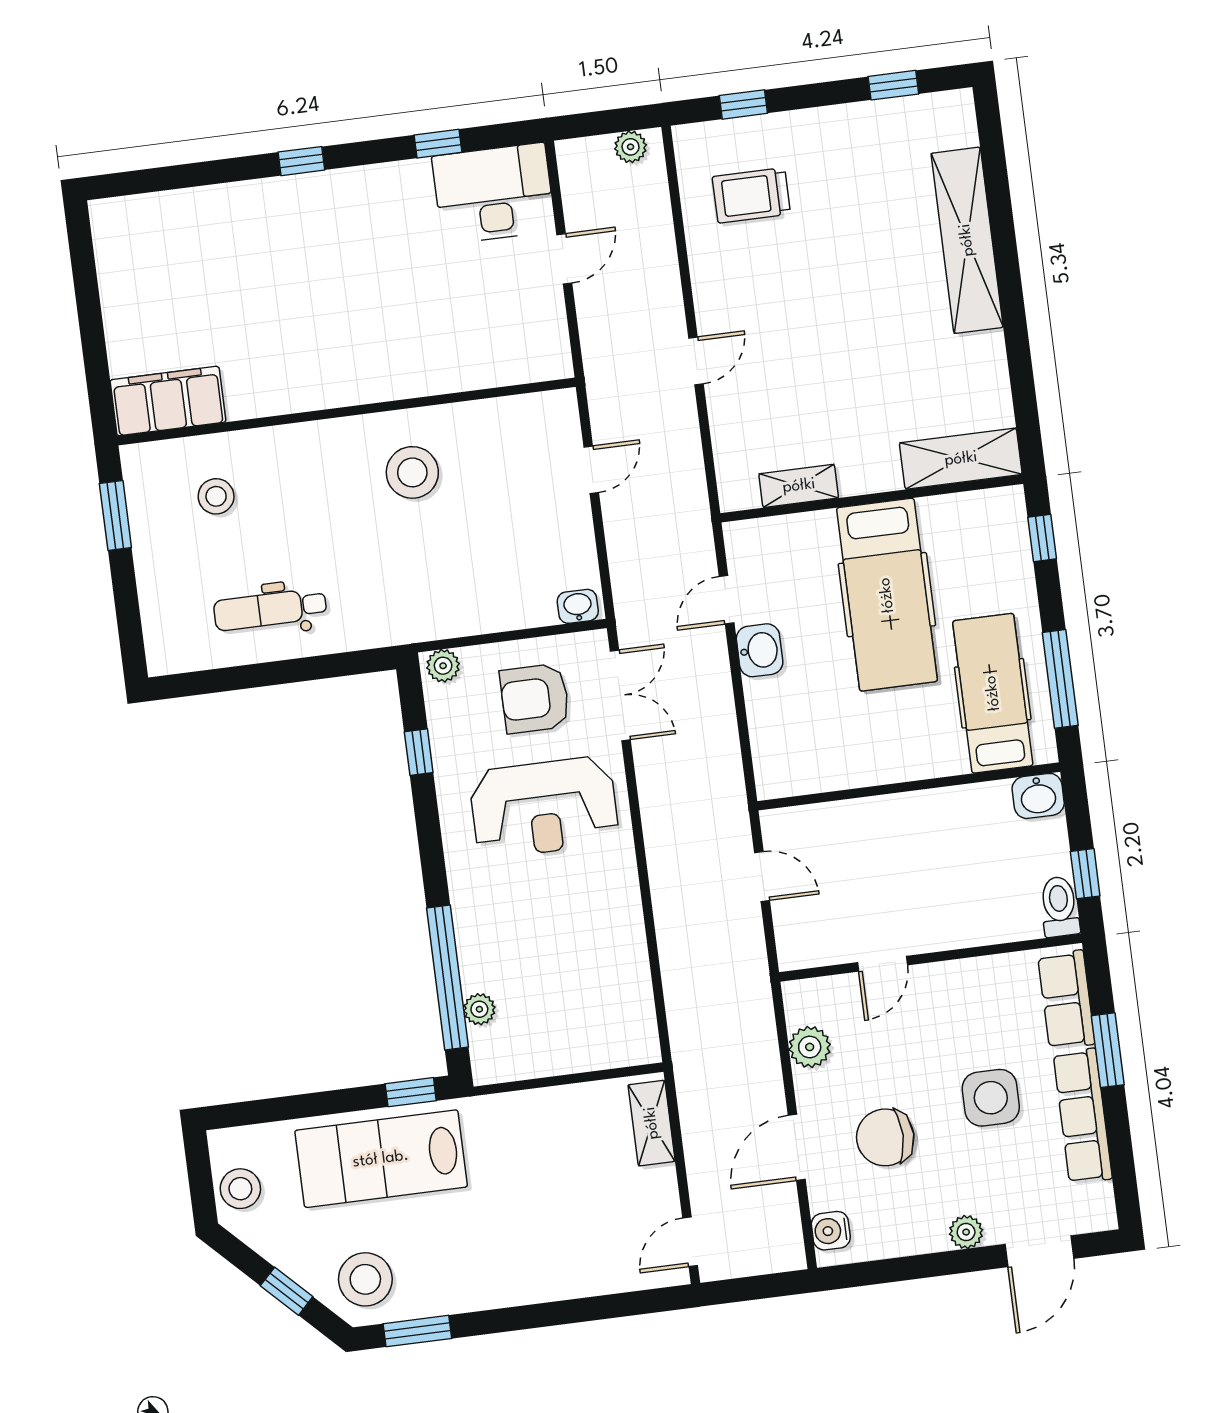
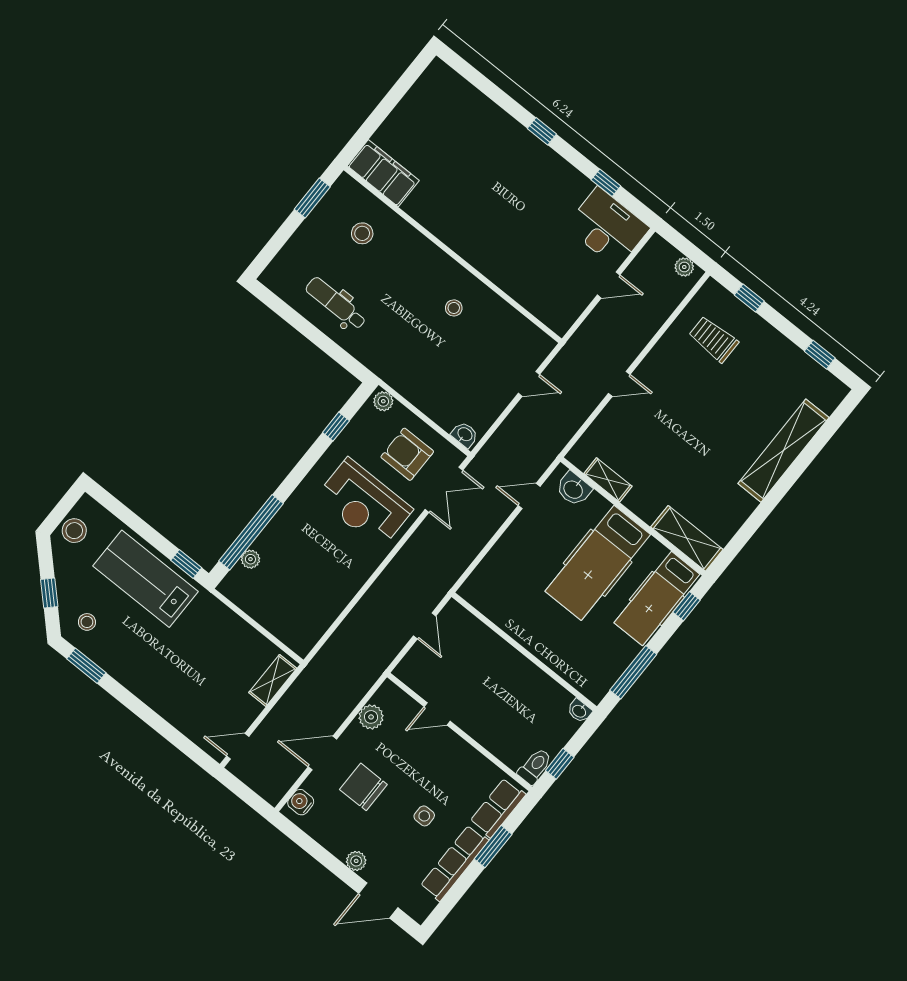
stool: (412, 472) -> (454, 308), width x0.53, depth x0.53
washbasin: (760, 650) -> (574, 489), moved, turned 90
hospital bed: (993, 693) -> (657, 598), moved, turned 180
washbasin: (1038, 796) -> (579, 711), width x0.72, depth x0.69
side table: (991, 1098) -> (424, 816), width x0.54, depth x0.54
stool: (365, 1279) -> (87, 622), width x0.53, depth x0.53

